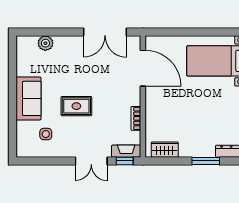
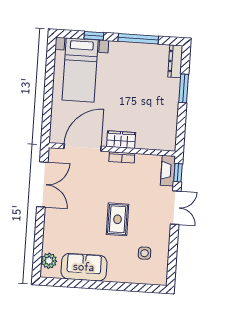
plant: (45, 43) -> (49, 261), moved
sofa: (28, 98) -> (84, 267), moved
bookcase: (136, 118) -> (122, 157), moved
wardrobe: (165, 150) -> (121, 140), moved, turned 90

